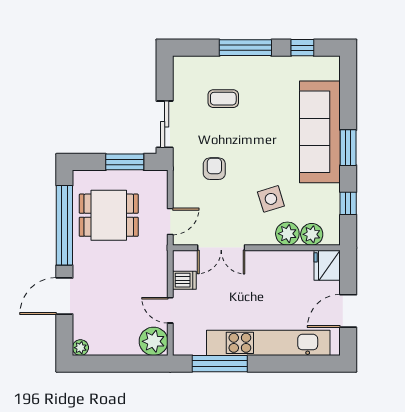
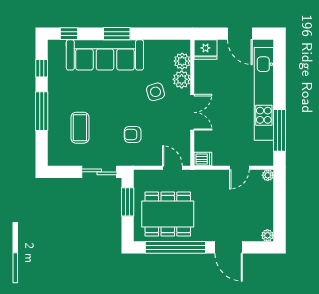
coffee table: (223, 99) -> (80, 128), width x1.36, depth x1.30
window: (348, 203) -> (69, 34), moved
dining table: (109, 215) -> (168, 214), width x1.38
double door: (221, 248) -> (192, 112), moved
dishwasher: (184, 280) -> (203, 159), moved, turned 90
plant: (154, 341) -> (268, 175), width x0.53, depth x0.53

